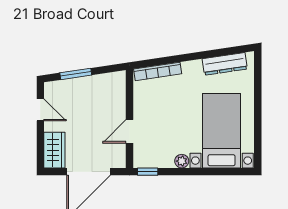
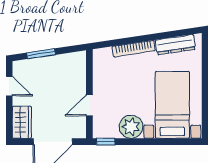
bookcase: (158, 71) -> (134, 49), moved
plant: (182, 161) -> (131, 127), width x1.88, depth x1.88

